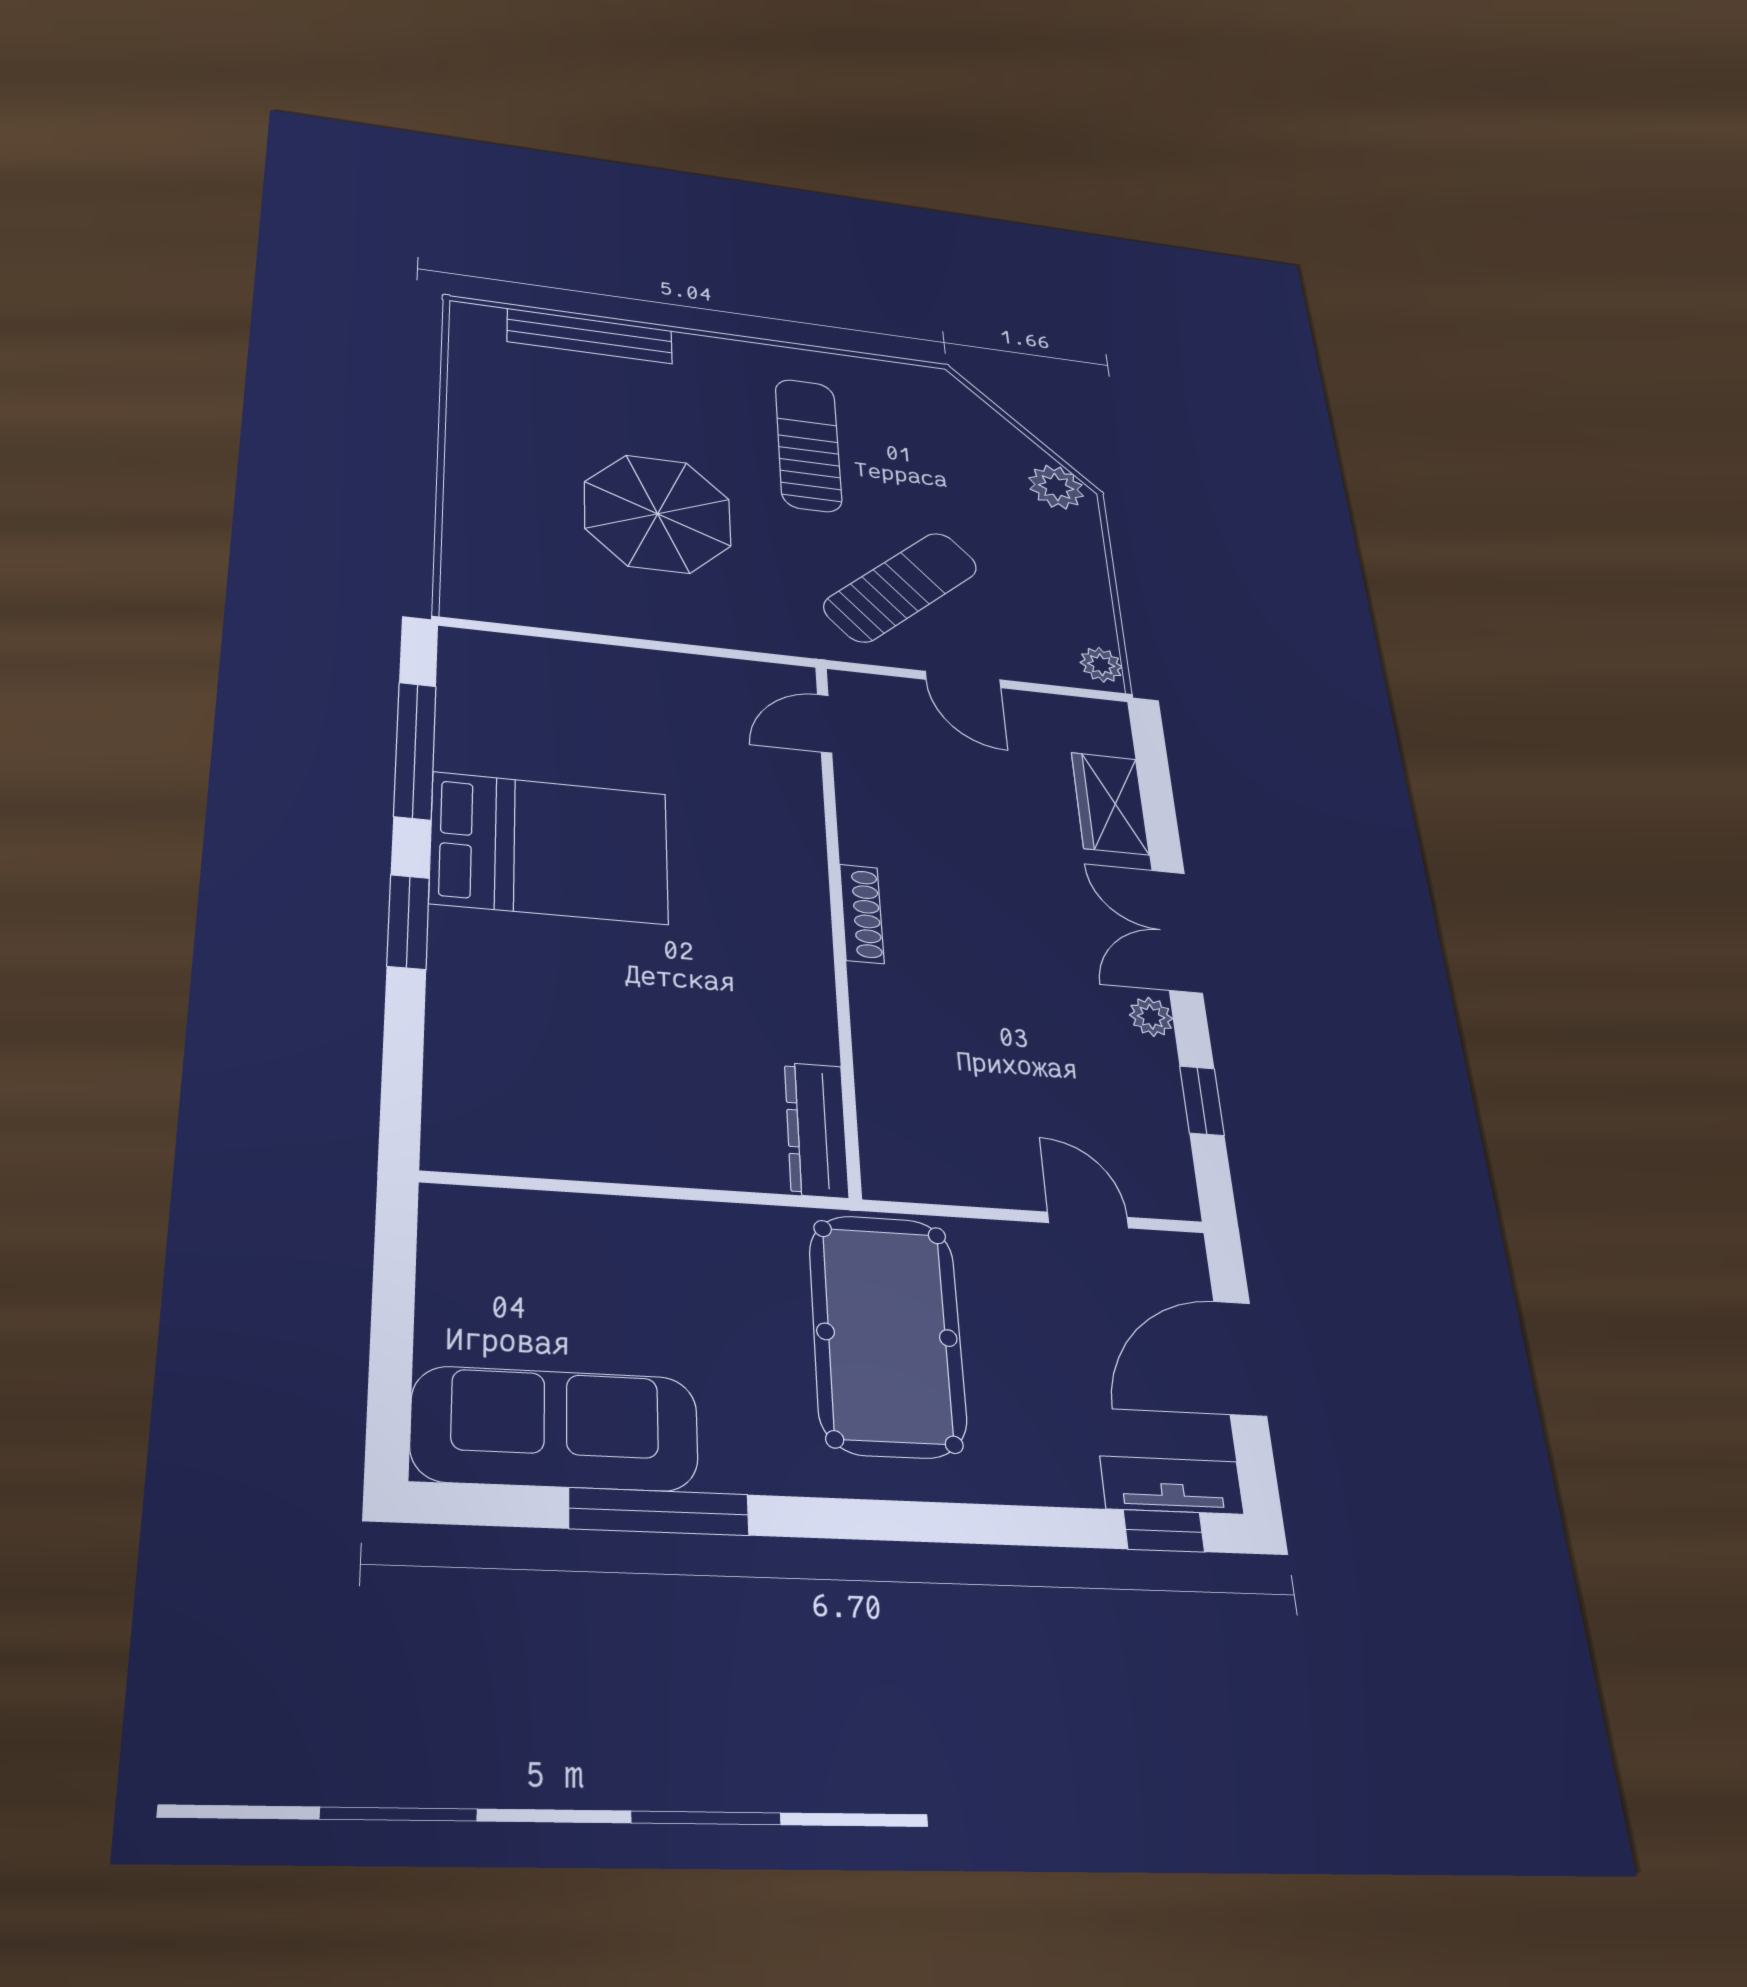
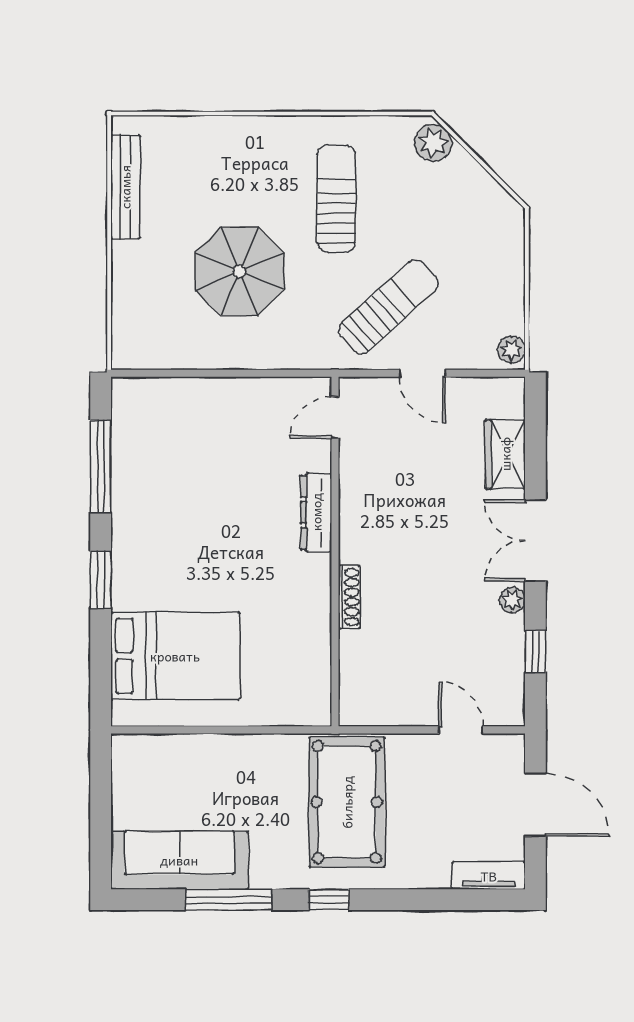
bench: (590, 336) -> (125, 187), moved, turned 90
plant: (1056, 487) -> (433, 143), moved
bed: (550, 848) -> (175, 656), moved
shoe rack: (862, 914) -> (349, 597), moved
dresser: (816, 1130) -> (316, 512), moved
door: (1240, 1358) -> (535, 805), swing flipped
window: (1164, 1531) -> (329, 900), moved

